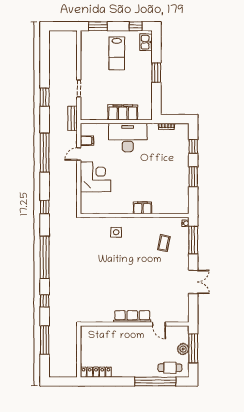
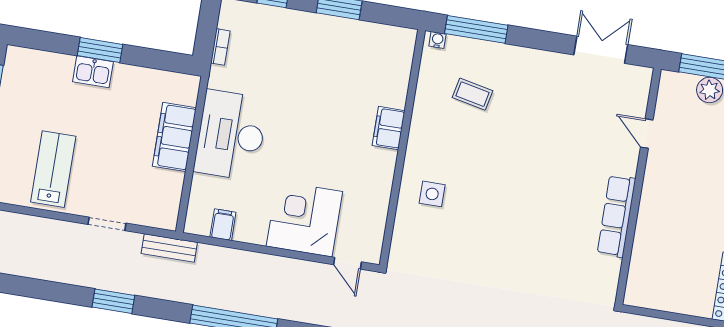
kitchen sink: (146, 42) -> (93, 72), moved
lab bench: (117, 53) -> (53, 169), moved, turned -90
door: (79, 154) -> (347, 263), moved
double door: (193, 282) -> (601, 50), moved
row of seats: (132, 317) -> (616, 216), moved
door: (159, 324) -> (647, 134), swing flipped

